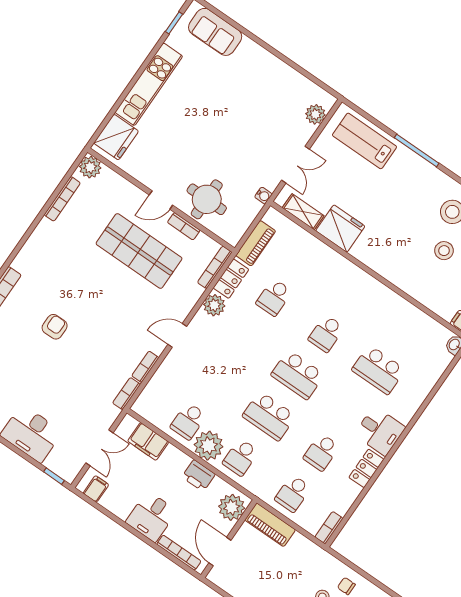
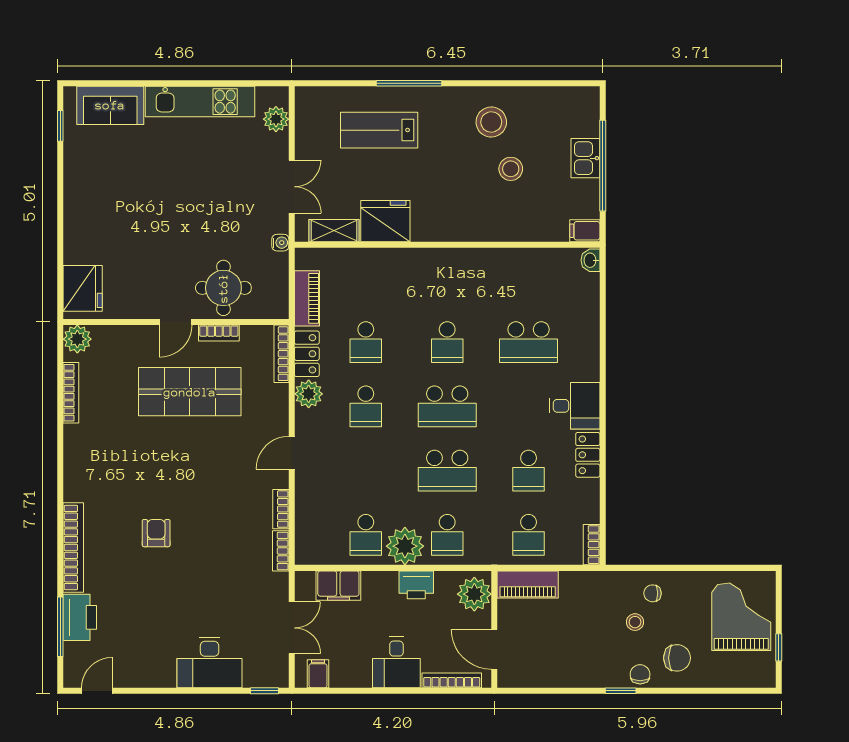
kitchen unit: (149, 84) -> (200, 102), moved, turned 90
lab bench: (364, 141) -> (379, 130), moved
school desk: (245, 339) -> (366, 406), added

